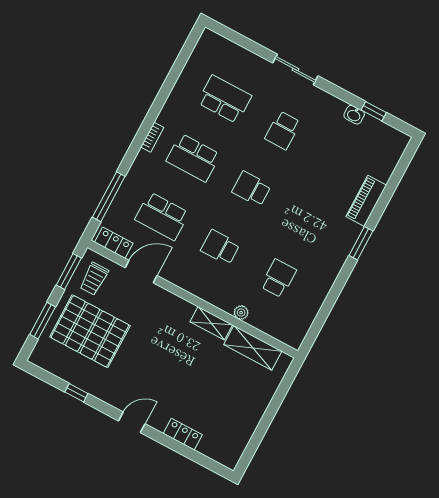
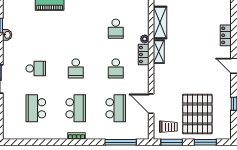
locker: (114, 243) -> (144, 55), moved
school desk: (278, 278) -> (116, 29), turned -90

